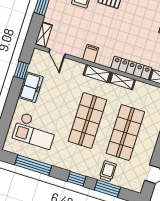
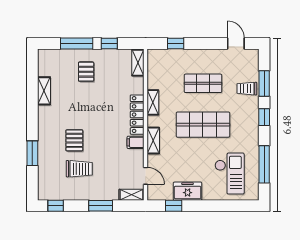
door: (57, 53) -> (146, 176), hinge flipped
locker: (131, 68) -> (137, 115), moved
shelving: (97, 73) -> (153, 141), moved
shop shelf: (125, 132) -> (203, 83), width x0.70, depth x0.74

